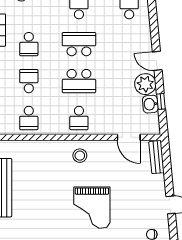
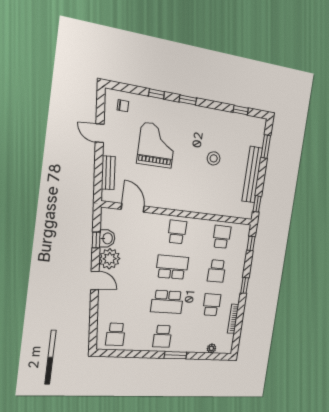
stool: (80, 156) -> (214, 158), moved
bench: (157, 157) -> (108, 173), moved
grand piano: (92, 208) -> (157, 145), moved

